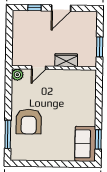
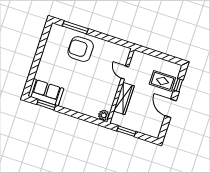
rug: (35, 26) -> (162, 81), added
wardrobe: (66, 60) -> (124, 98), width x1.50
plant: (17, 75) -> (104, 115), moved

